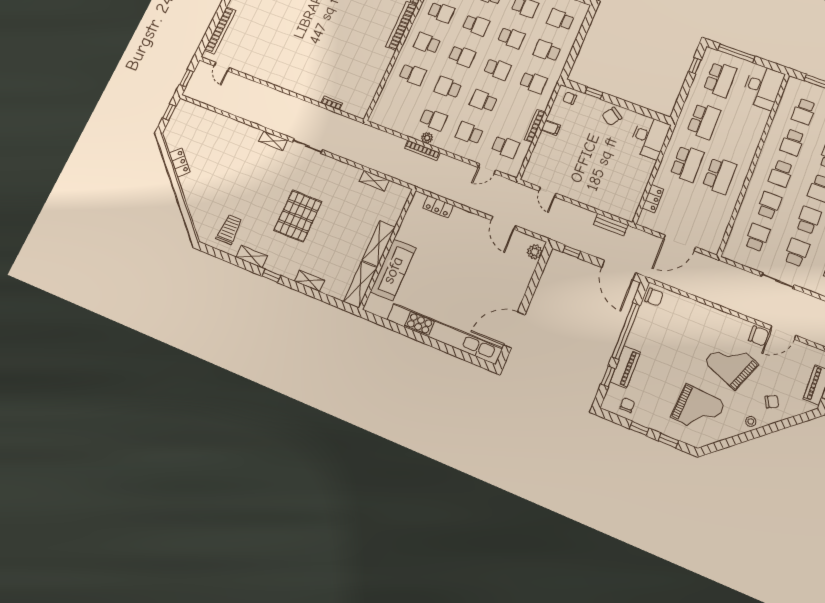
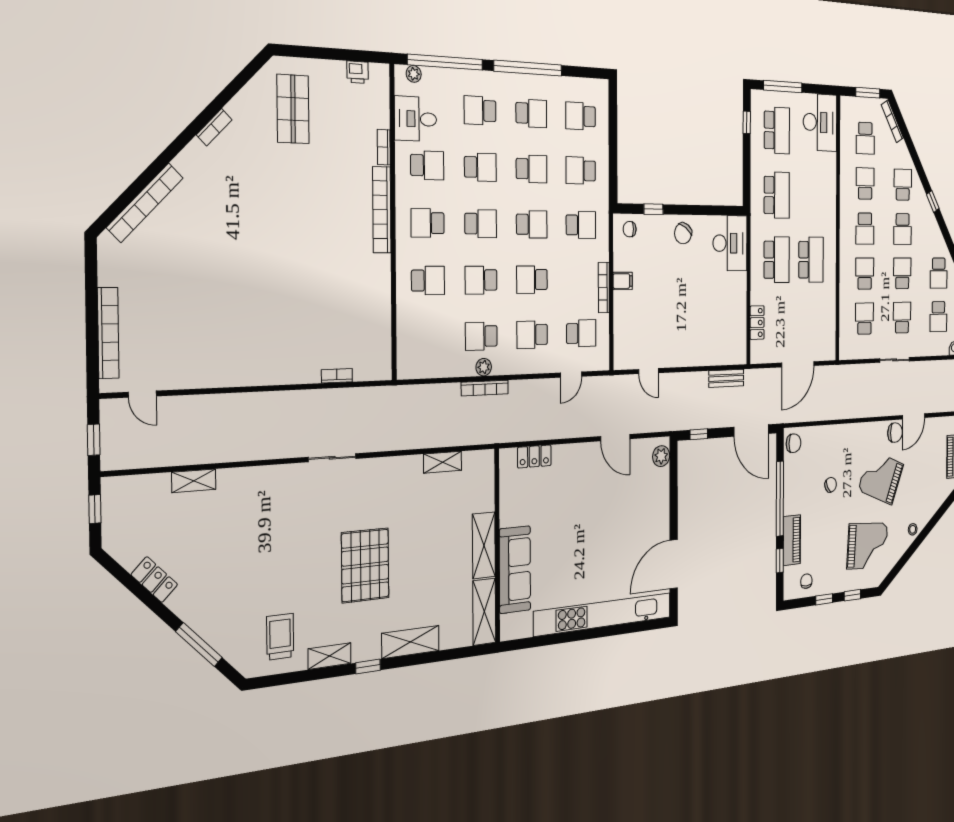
school desk: (433, 119) -> (481, 336), turned 180
shelving: (273, 141) -> (194, 481), moved
school desk: (792, 142) -> (865, 183), turned 180
window: (184, 209) -> (199, 645), added
shelving: (309, 281) -> (410, 642), width x1.50, depth x1.33
chair: (772, 402) -> (831, 485), moved

